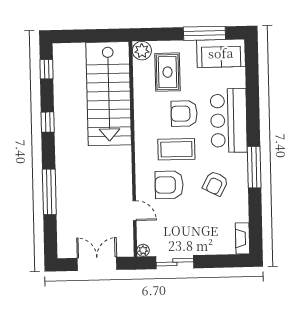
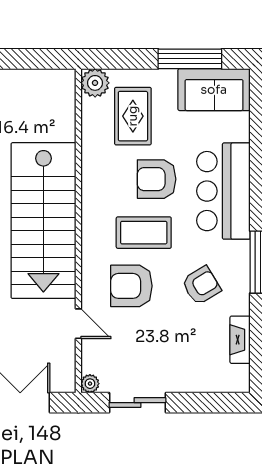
stairs: (109, 94) -> (43, 221), moved
armchair: (215, 183) -> (201, 285), turned -148
fireplace: (242, 238) -> (240, 340), moved

